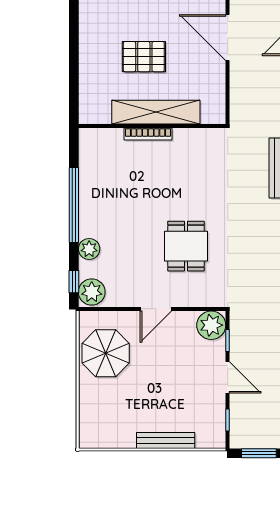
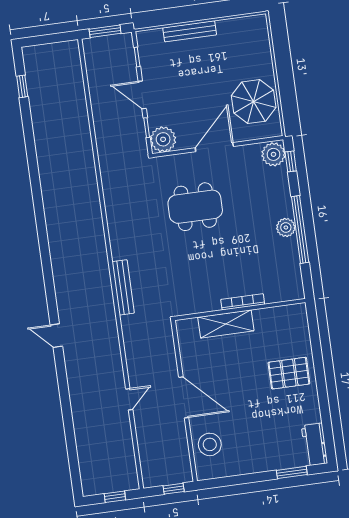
pallet: (144, 57) -> (289, 373), moved
shelving: (156, 112) -> (226, 324), width x0.68
dining table: (186, 246) -> (195, 207), width x1.38
plant: (89, 249) -> (286, 227), moved
door: (156, 309) -> (214, 147), width x1.36

